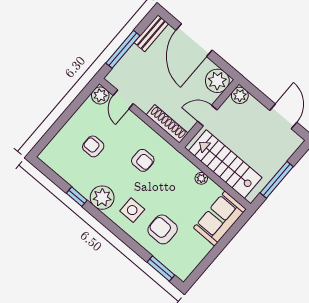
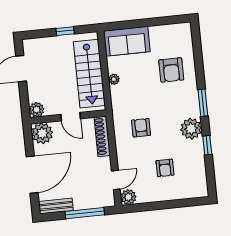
window: (277, 180) -> (65, 31), width x0.46
side table: (132, 210) -> (179, 102), removed
window: (161, 269) -> (203, 103), moved

